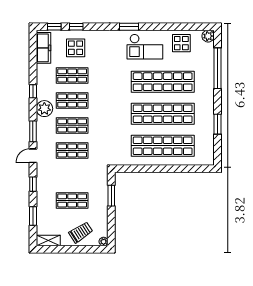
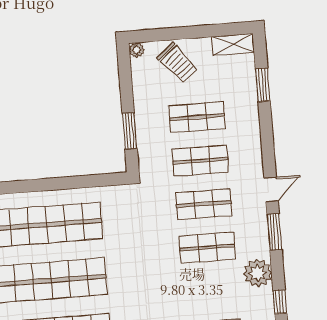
shop shelf: (72, 100) -> (200, 161), moved
window: (33, 184) -> (267, 140), removed
trolley: (81, 232) -> (177, 63), turned -97

